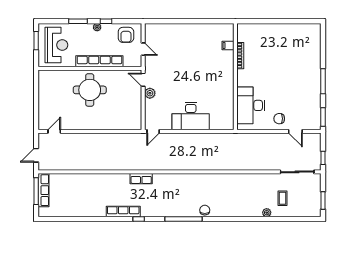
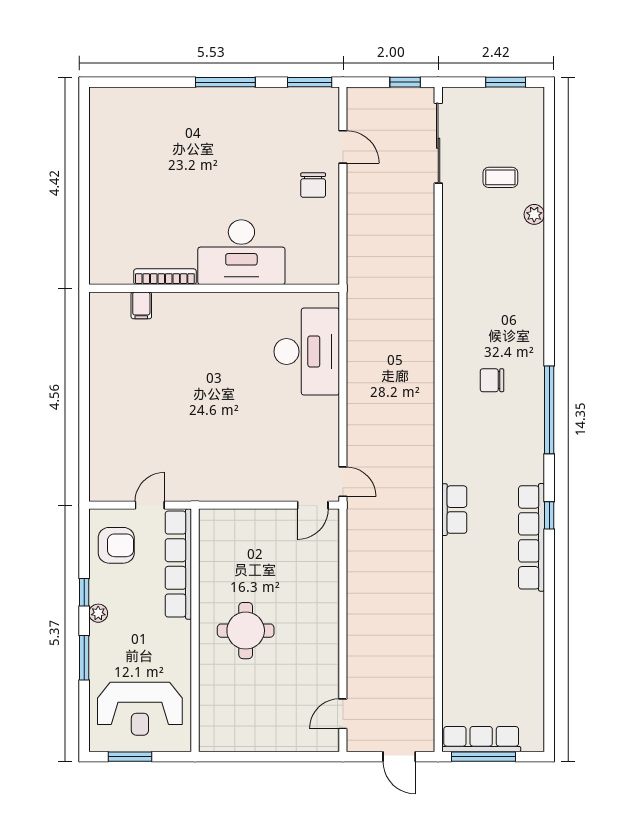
reception desk: (56, 45) -> (140, 709), turned 180
row of seats: (99, 61) -> (178, 564), moved
door: (143, 80) -> (313, 505), moved
round table: (90, 90) -> (246, 631), width x0.73, depth x0.73
plant: (150, 93) -> (253, 489), removed
desk: (251, 105) -> (241, 252), moved
desk: (191, 116) -> (307, 352), moved
door: (54, 131) -> (343, 714), hinge flipped
door: (295, 131) -> (343, 147), hinge flipped
chair: (205, 210) -> (492, 380), moved
row of seats: (123, 212) -> (531, 537), width x1.36

